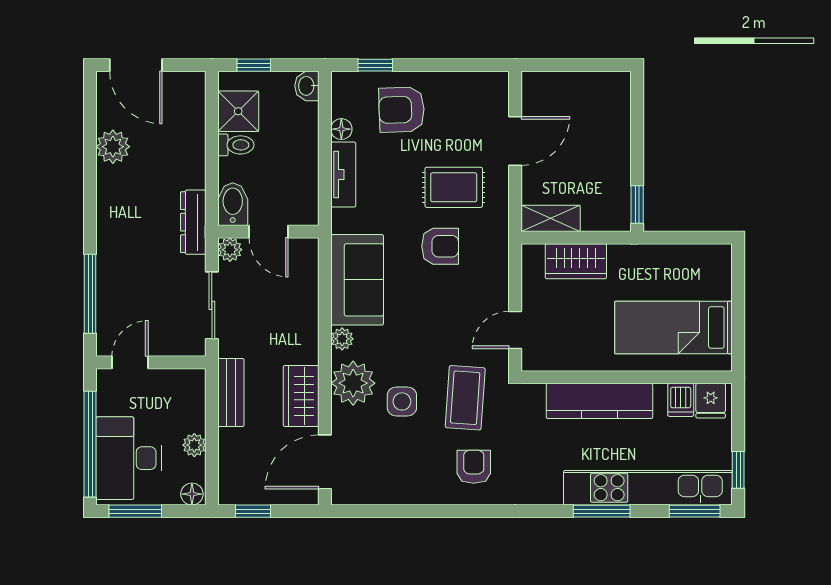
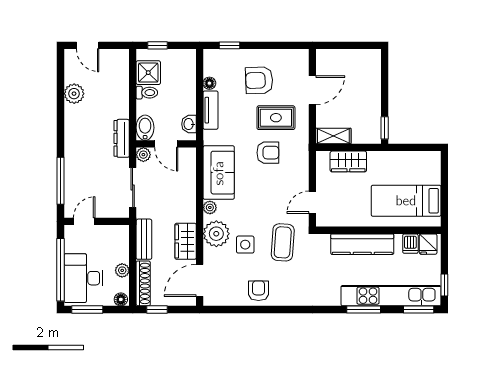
door: (136, 65) -> (88, 45), width x0.73
washbasin: (307, 86) -> (189, 124), moved
armchair: (402, 110) -> (259, 80), moved
shoe rack: (230, 467) -> (143, 283), added
armchair: (474, 467) -> (259, 291), moved

